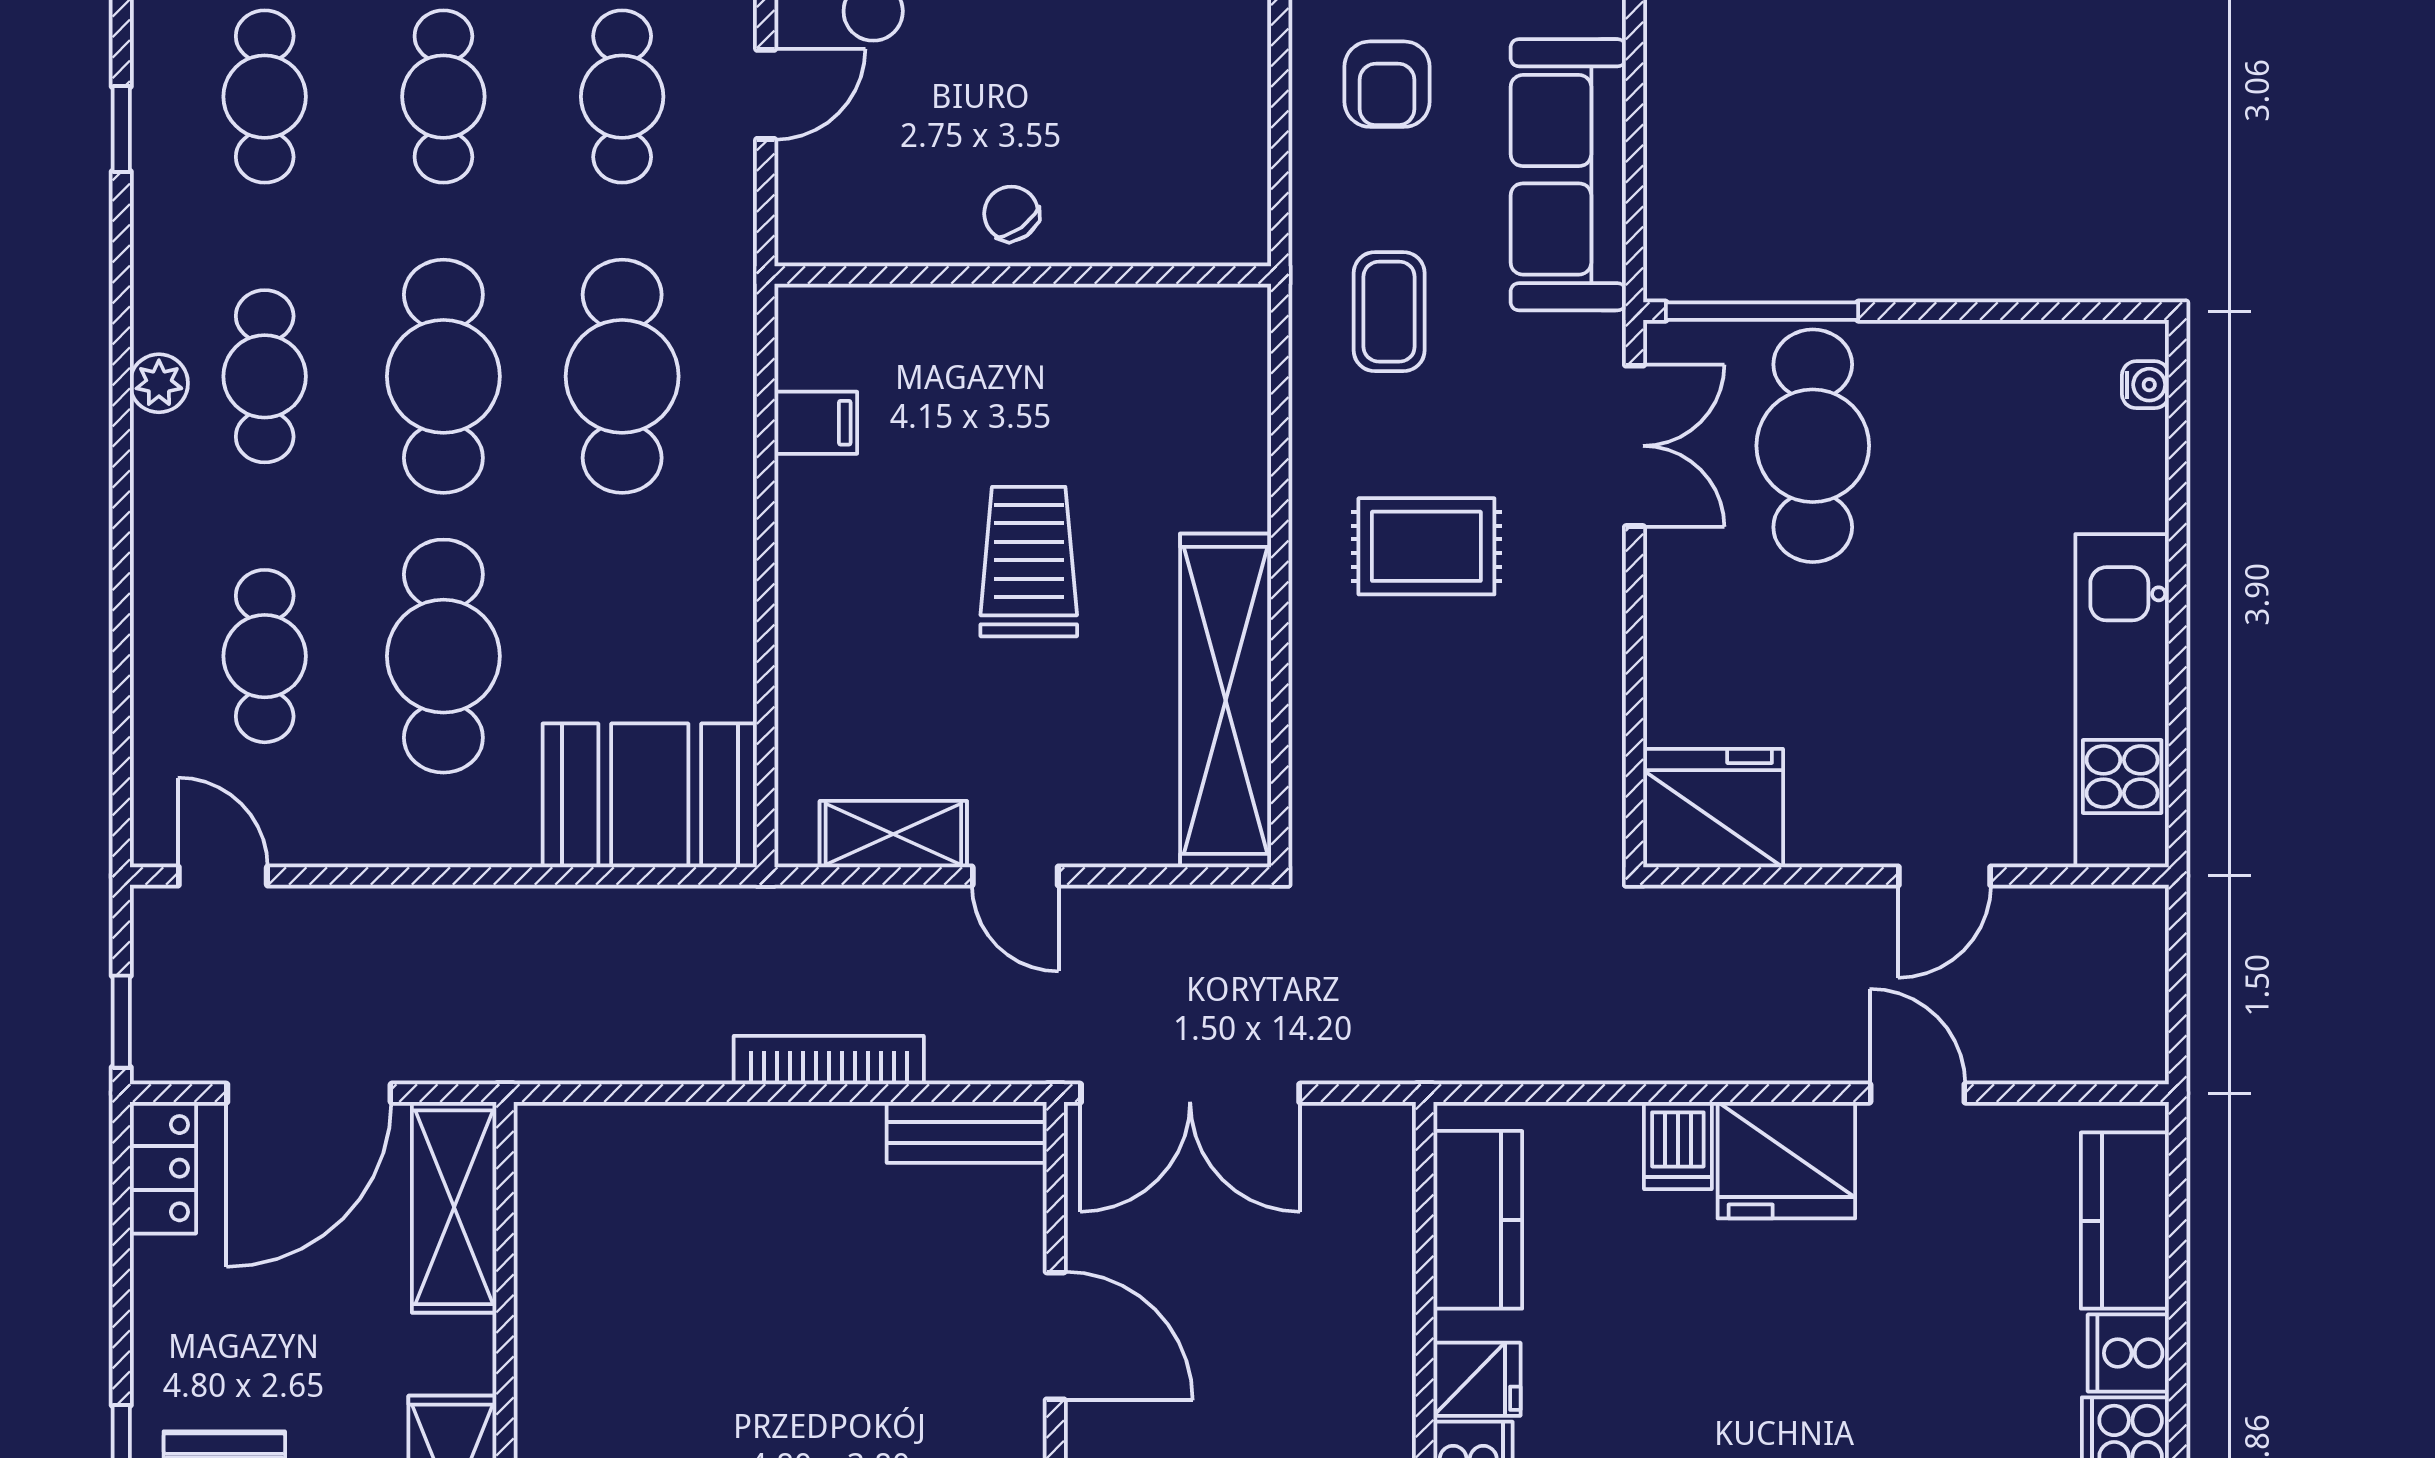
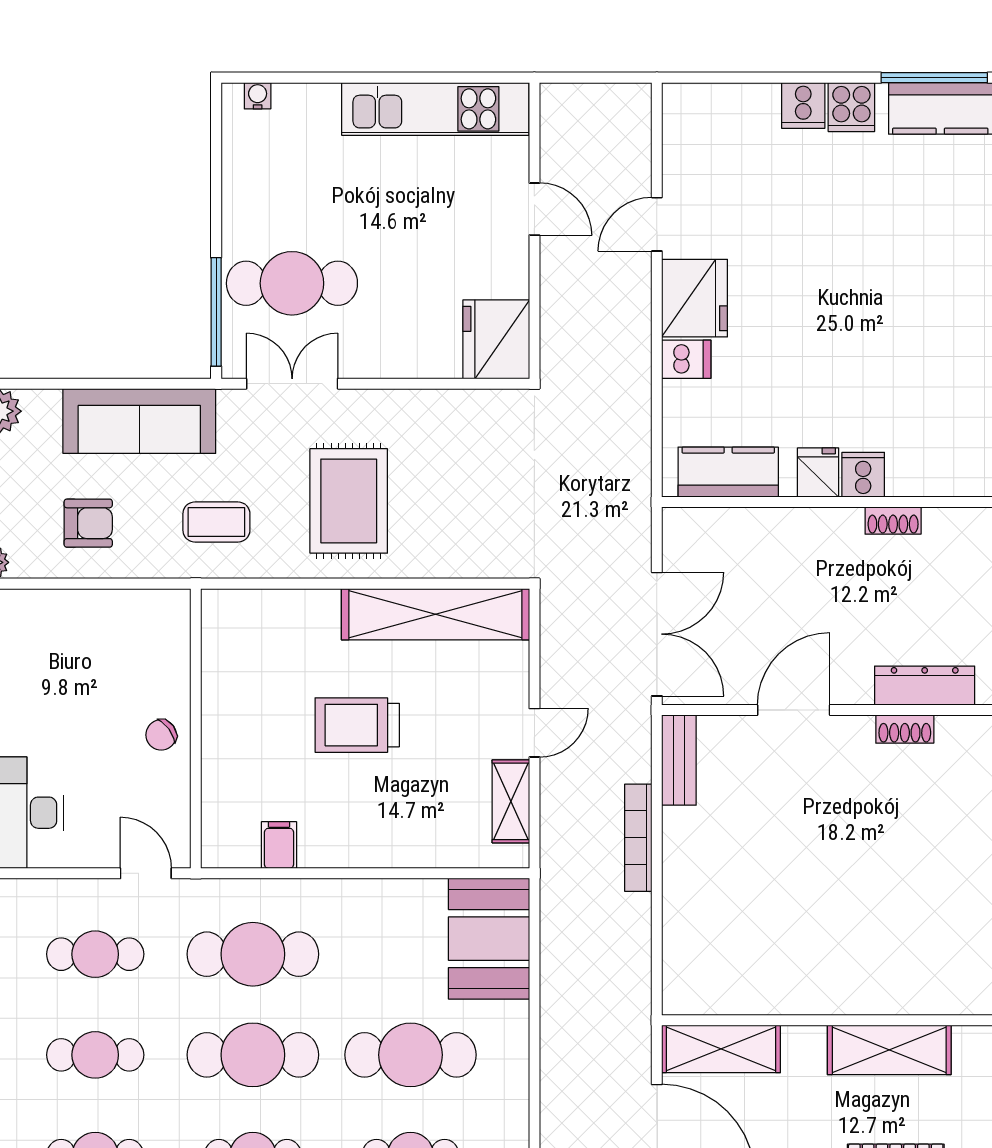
door: (766, 94) -> (146, 873), moved
rug: (1426, 546) -> (349, 501), width x1.36, depth x1.43
kitchen counter: (2125, 1221) -> (729, 107), removed

